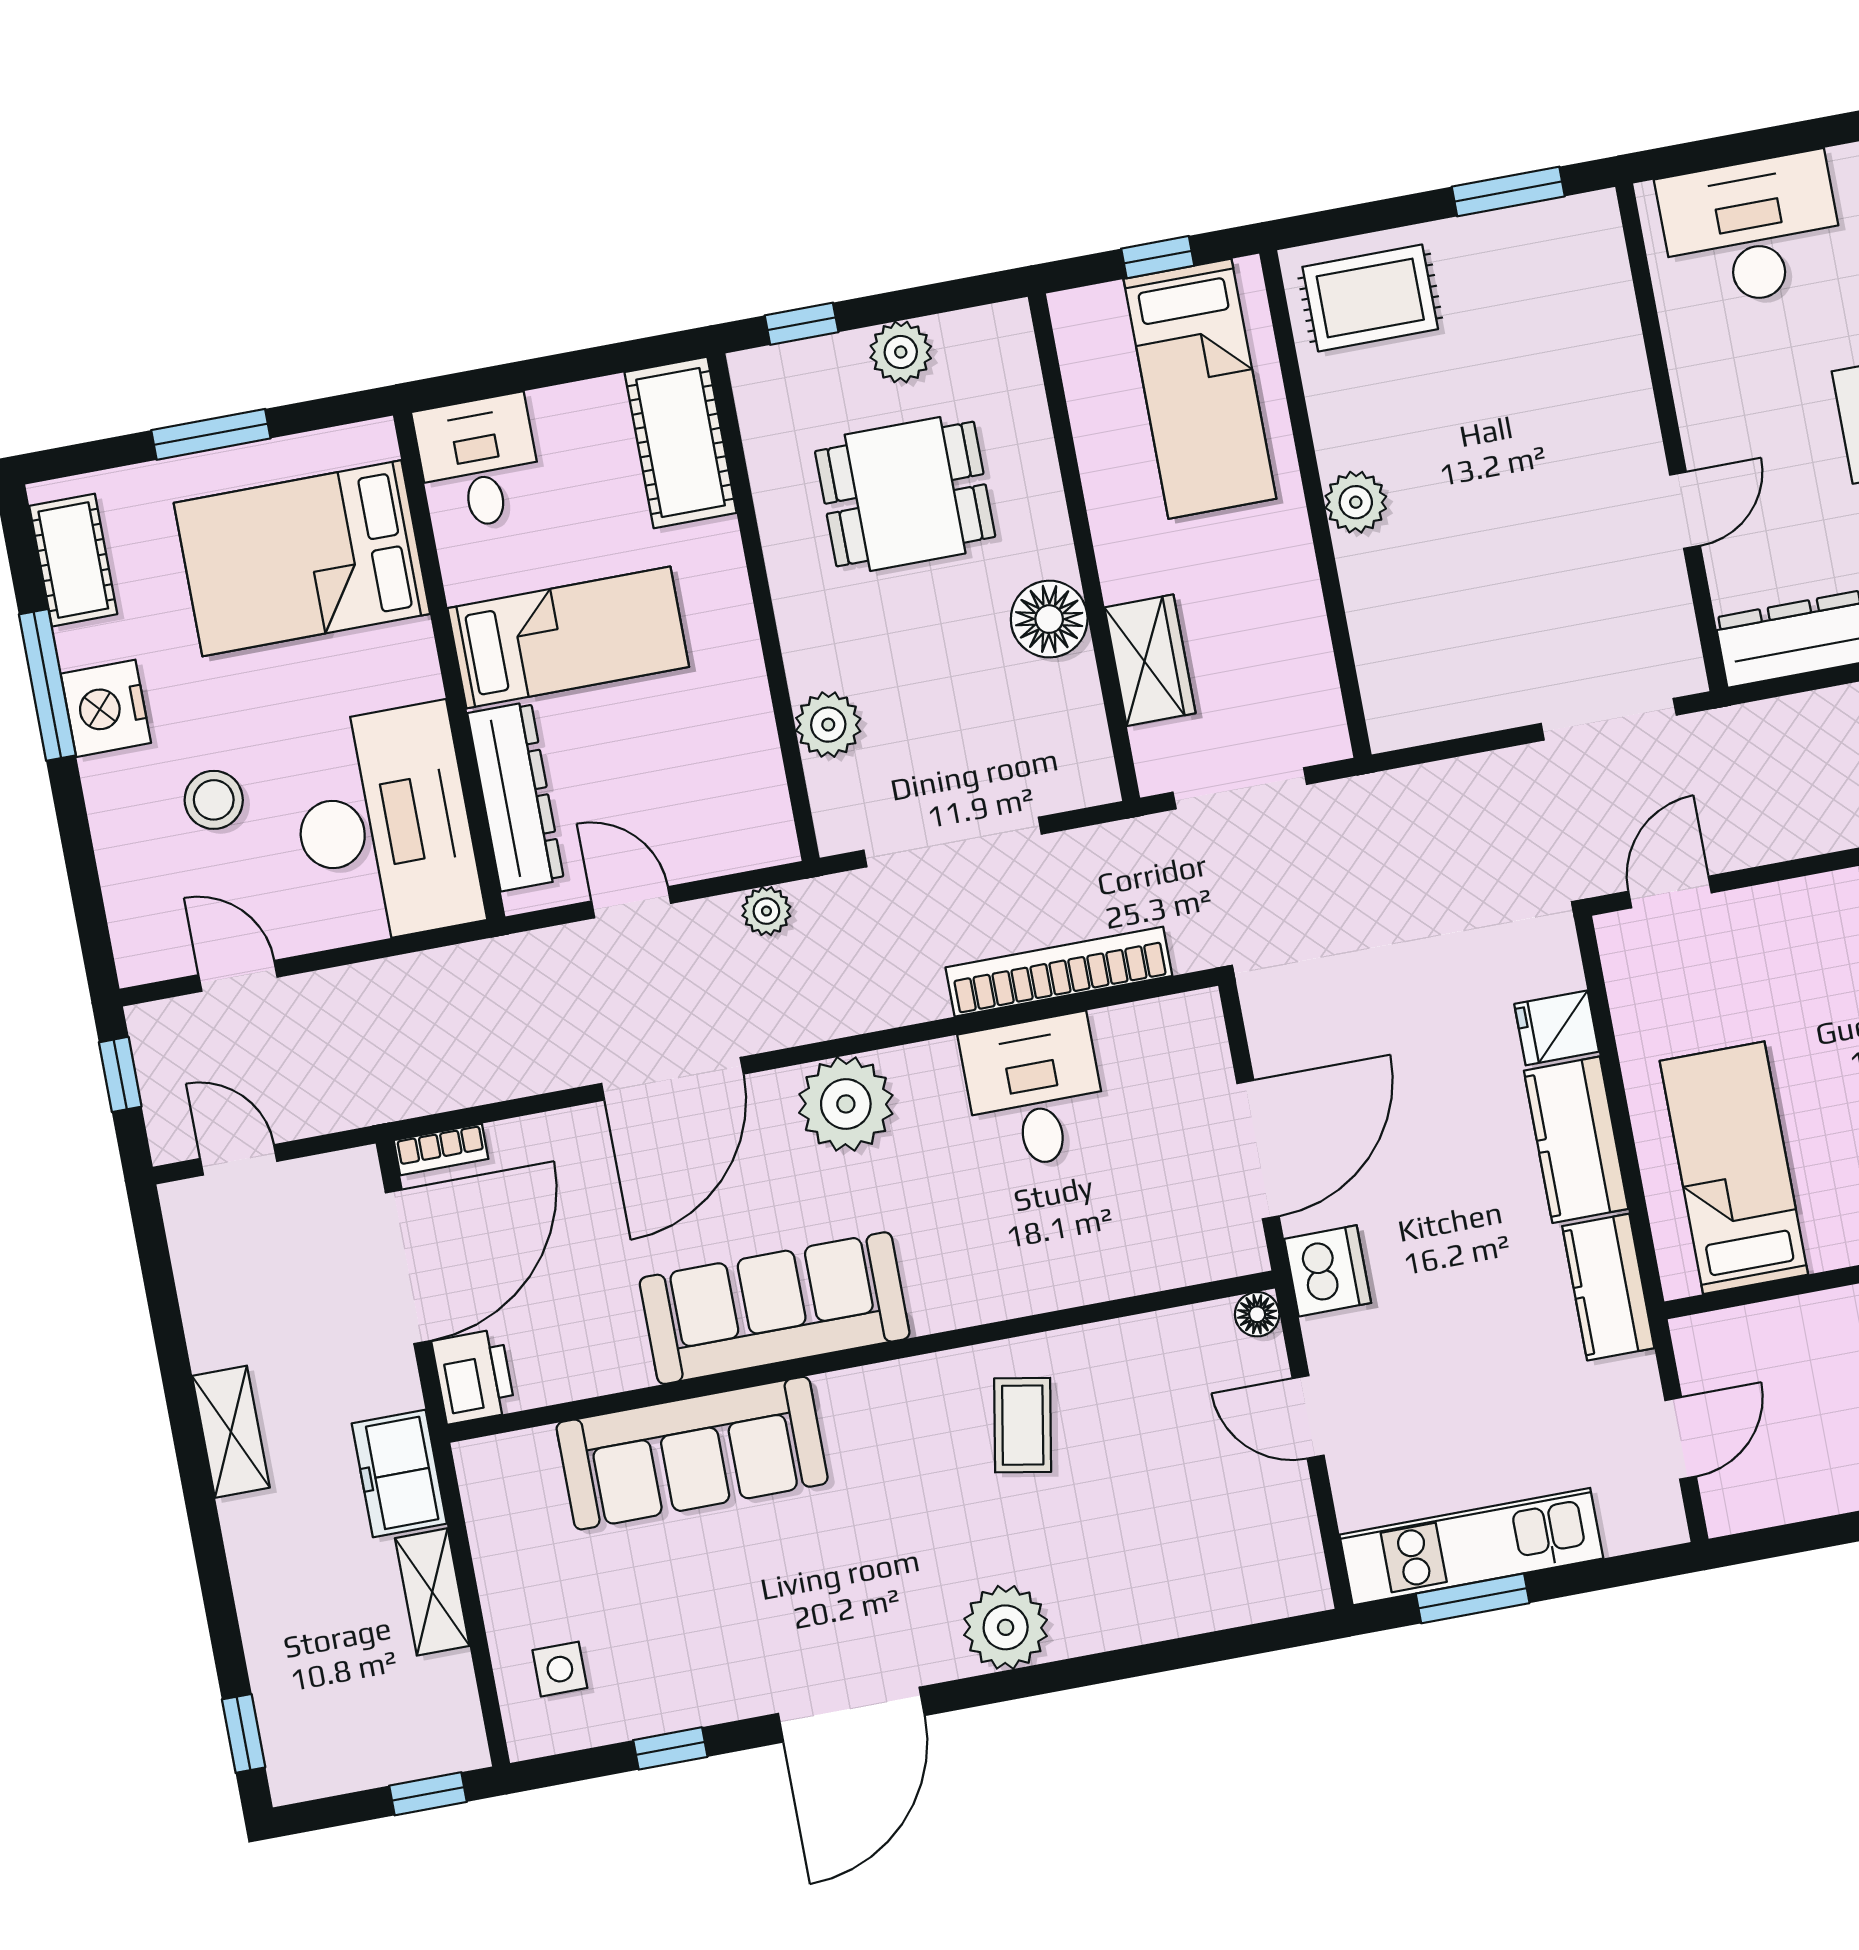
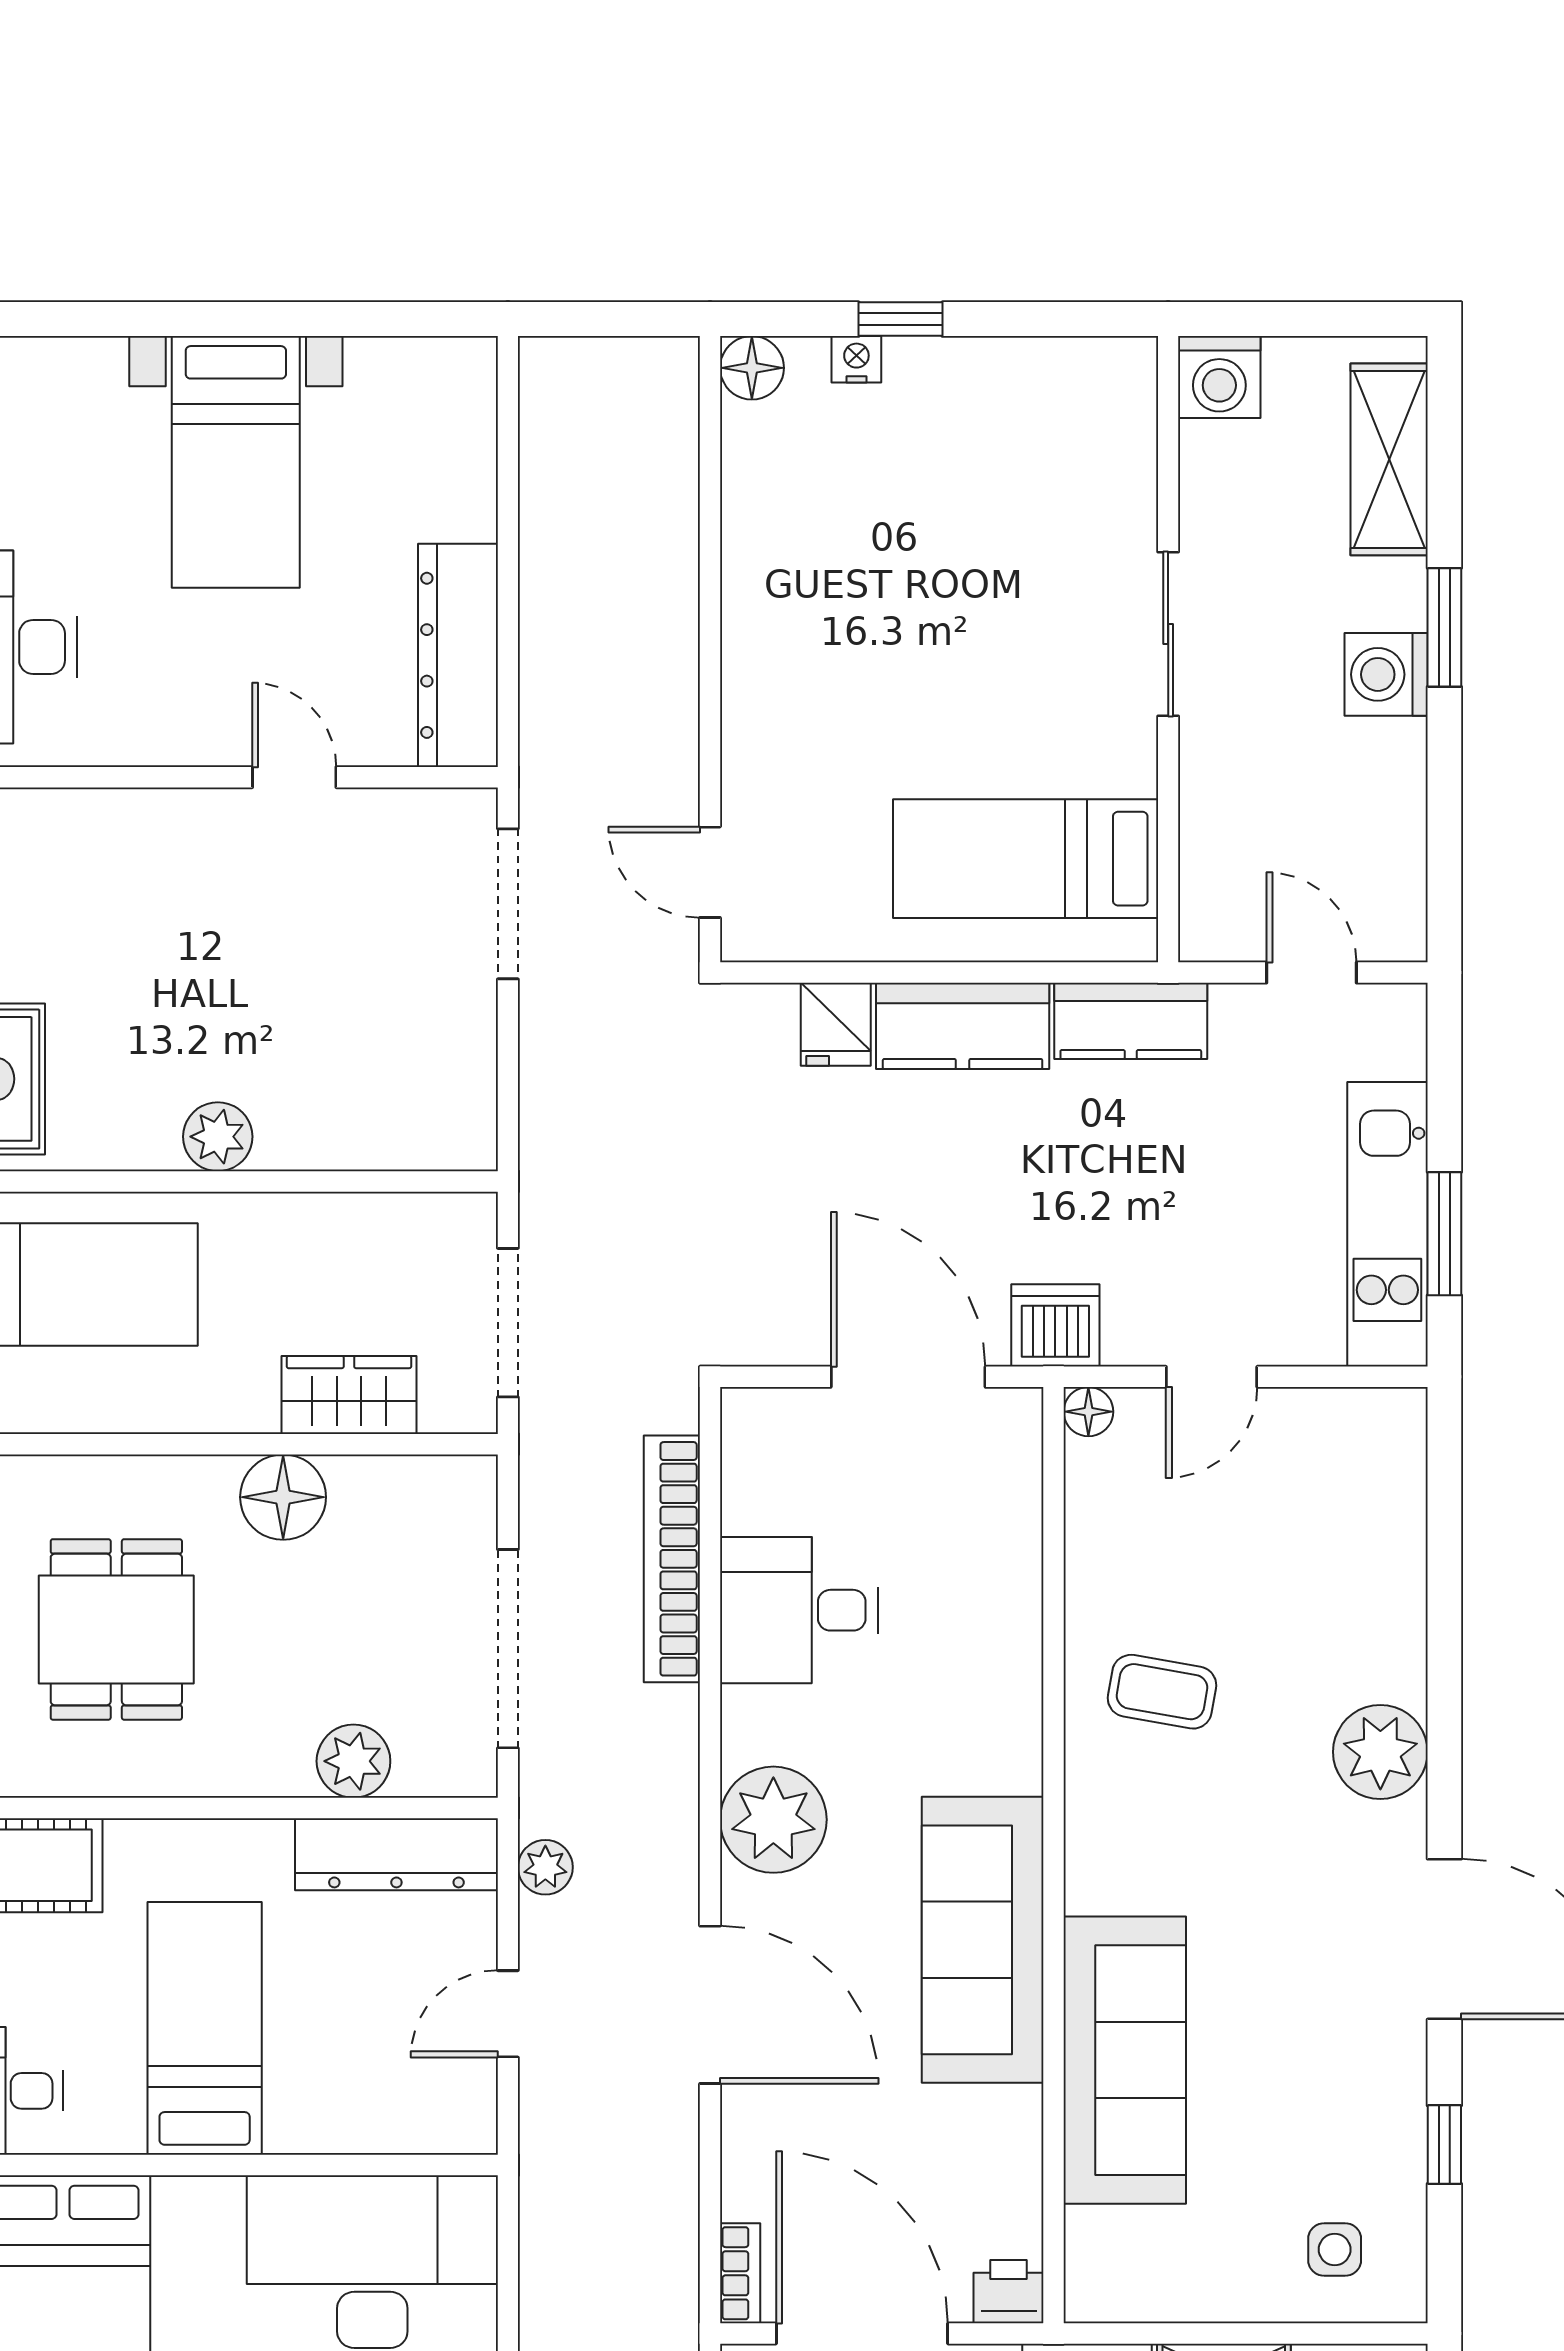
dresser: (516, 796) -> (396, 1854), moved, turned 180
printer: (474, 1377) -> (1009, 2292), width x0.73, depth x0.81

